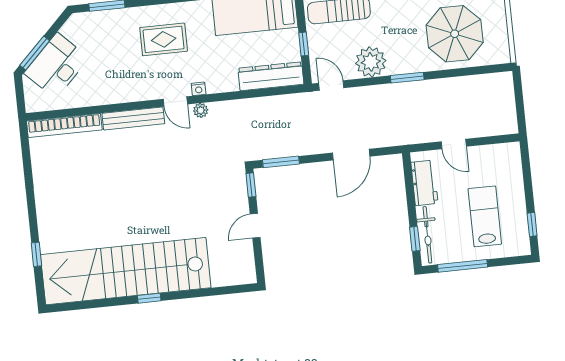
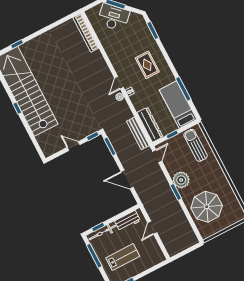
plant: (371, 62) -> (181, 180), moved
bench: (133, 119) -> (138, 133), moved

